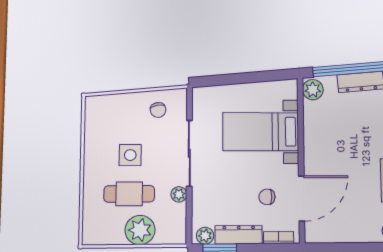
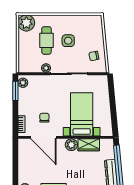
plant: (313, 90) -> (71, 145), moved
wardrobe: (313, 119) -> (89, 145), added
plant: (140, 230) -> (26, 23), moved
dresser: (239, 235) -> (23, 102), removed

